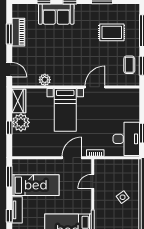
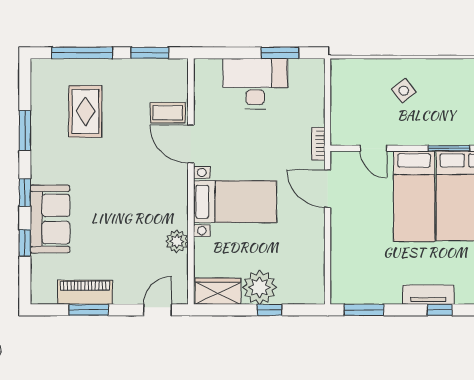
coffee table: (129, 65) -> (168, 113), moved
desk: (126, 139) -> (255, 84), moved
bed: (36, 185) -> (414, 196), moved, turned 180

